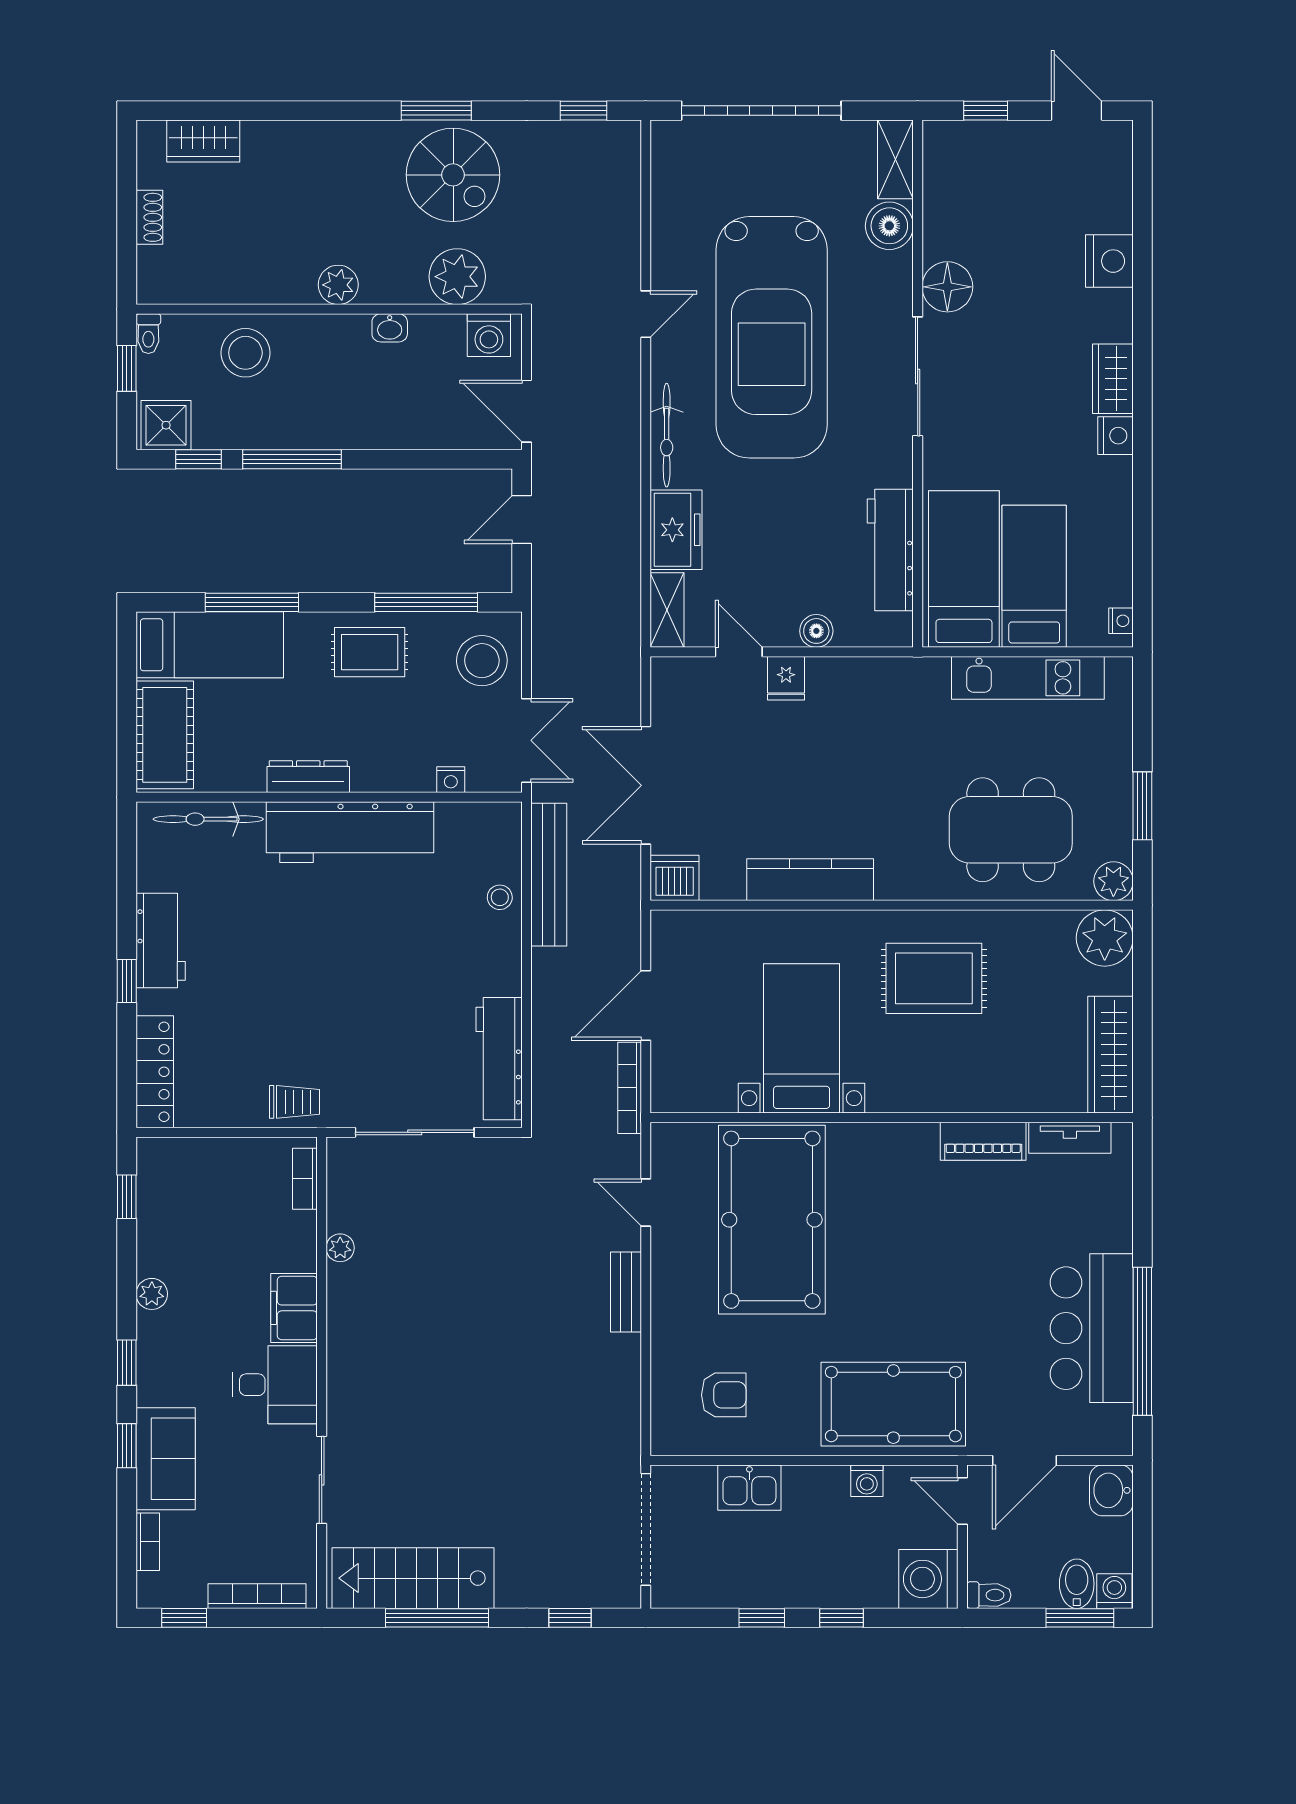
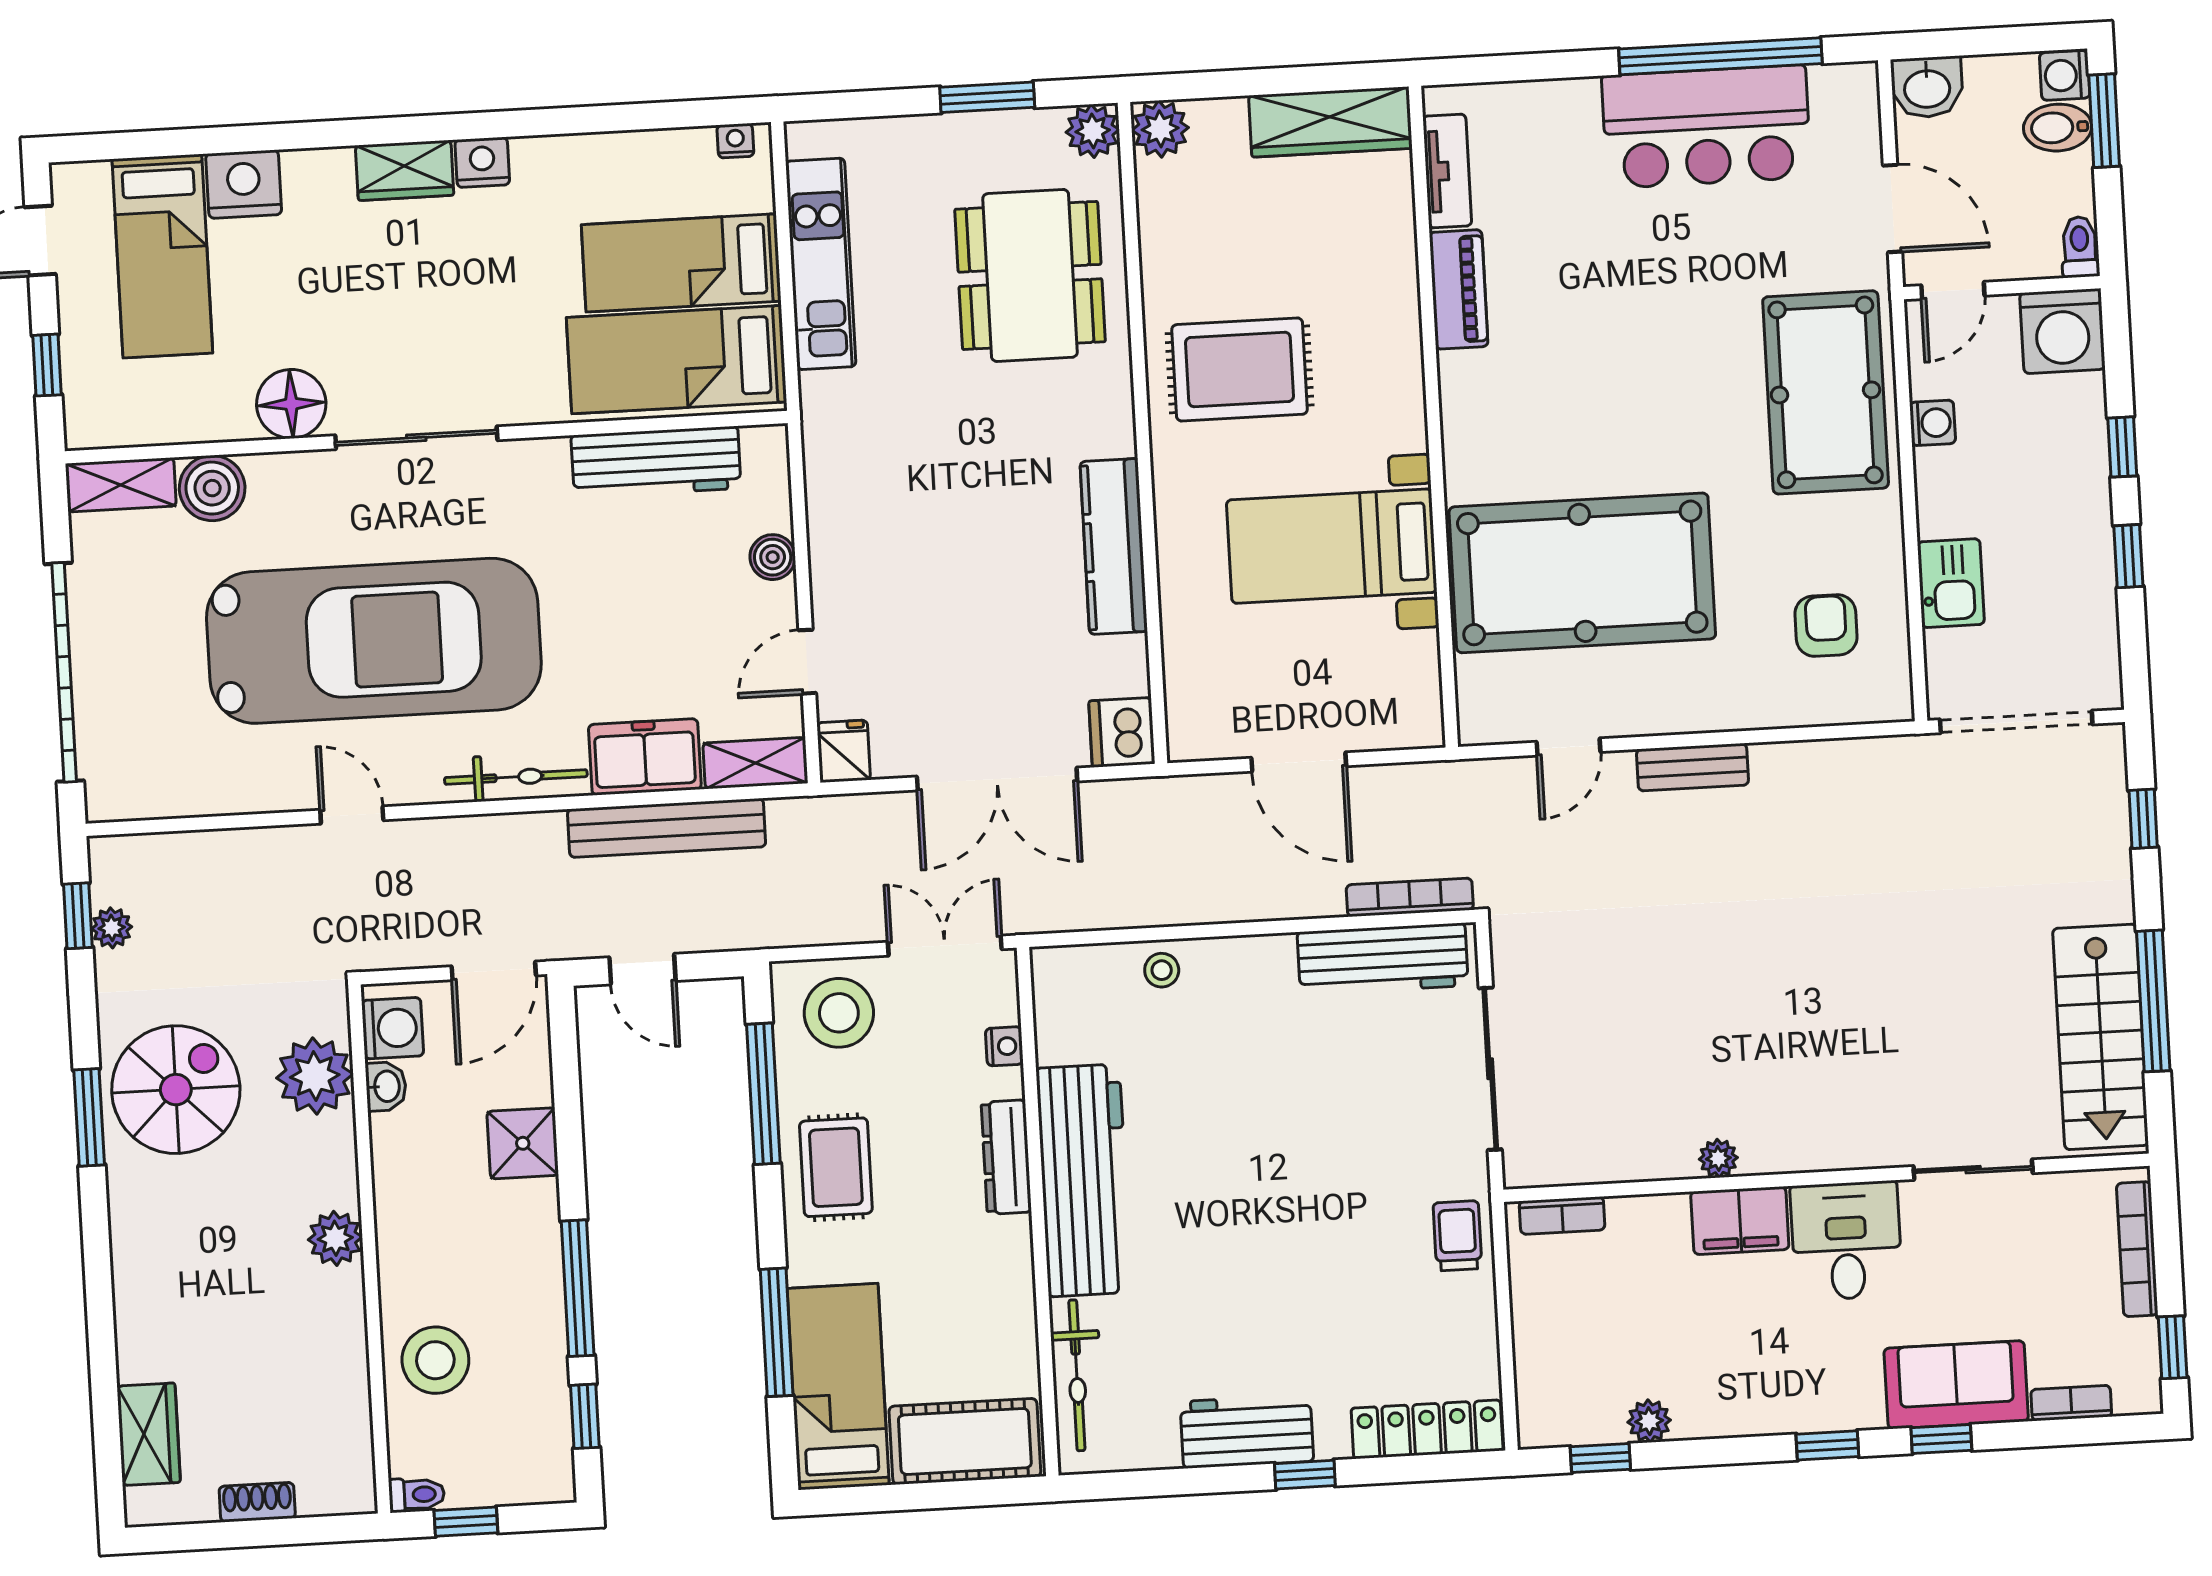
plant: (573, 135) -> (112, 928), added
bed: (1060, 199) -> (162, 256), added
washbasin: (390, 328) -> (386, 1086), moved
shower: (166, 425) -> (523, 1143), moved
fridge: (786, 678) -> (844, 751), moved, turned -90
dresser: (308, 777) -> (1006, 1157), moved
bench: (549, 875) -> (667, 828), moved
plant: (1105, 938) -> (1160, 129), width x0.73, depth x0.73
rug: (934, 978) -> (1240, 369), turned 90
bookcase: (630, 1088) -> (1410, 897), moved, turned 180
plant: (340, 1248) -> (1718, 1158), moved
plant: (152, 1294) -> (1649, 1421), moved

